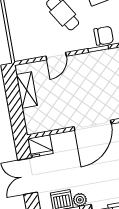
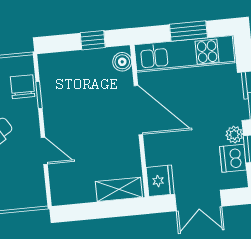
shelving: (27, 90) -> (119, 189), moved

